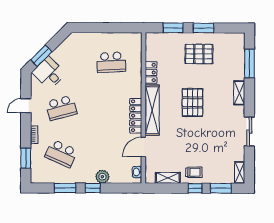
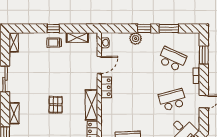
pallet: (193, 102) -> (56, 105), width x0.67, depth x0.71
shelving: (152, 110) -> (92, 105), width x0.68
locker: (136, 116) -> (106, 87), width x0.66
window: (221, 188) -> (30, 28), removed

